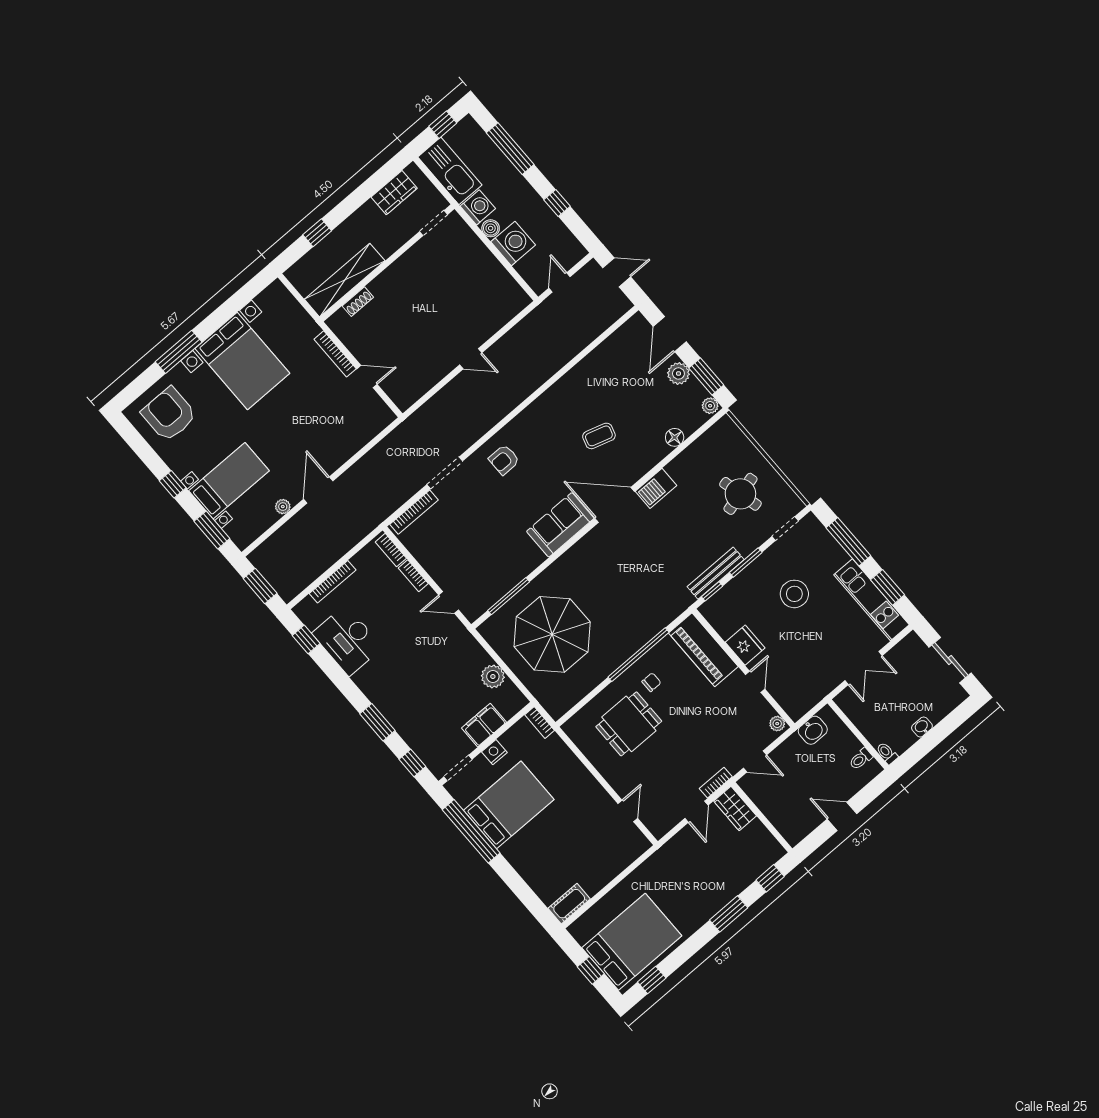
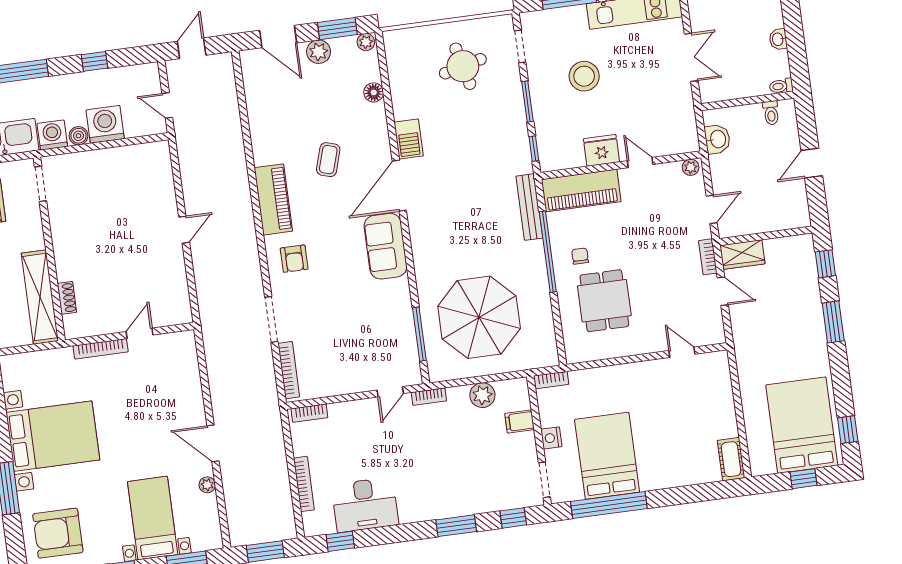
piano: (540, 413) -> (273, 199), added
bench: (716, 573) -> (529, 207), moved
bookcase: (413, 576) -> (429, 397), moved
filing cabinet: (484, 725) -> (520, 422), width x0.50

